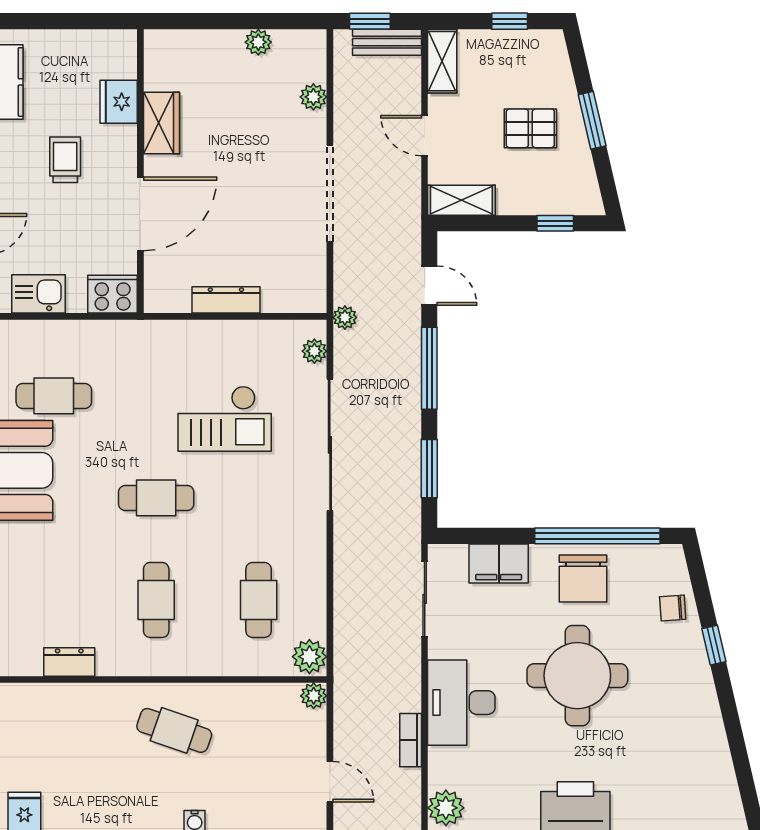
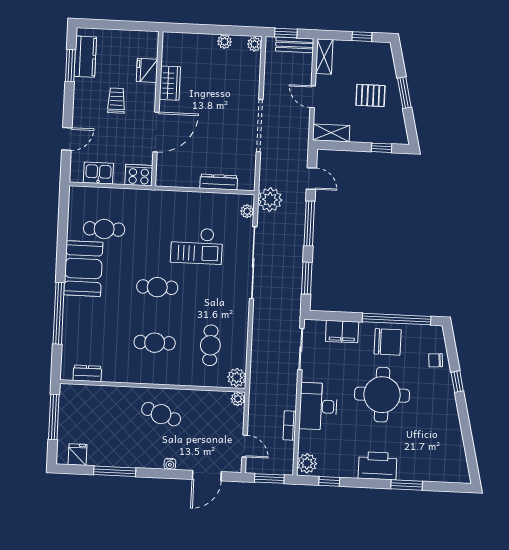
plant: (313, 97) -> (255, 44), moved
dresser: (226, 300) -> (219, 182), moved
plant: (345, 317) -> (270, 200), width x1.88, depth x1.88
chair: (583, 578) -> (388, 342), turned -90
cafe table: (156, 600) -> (155, 343), turned 90
dresser: (69, 662) -> (87, 373), moved

